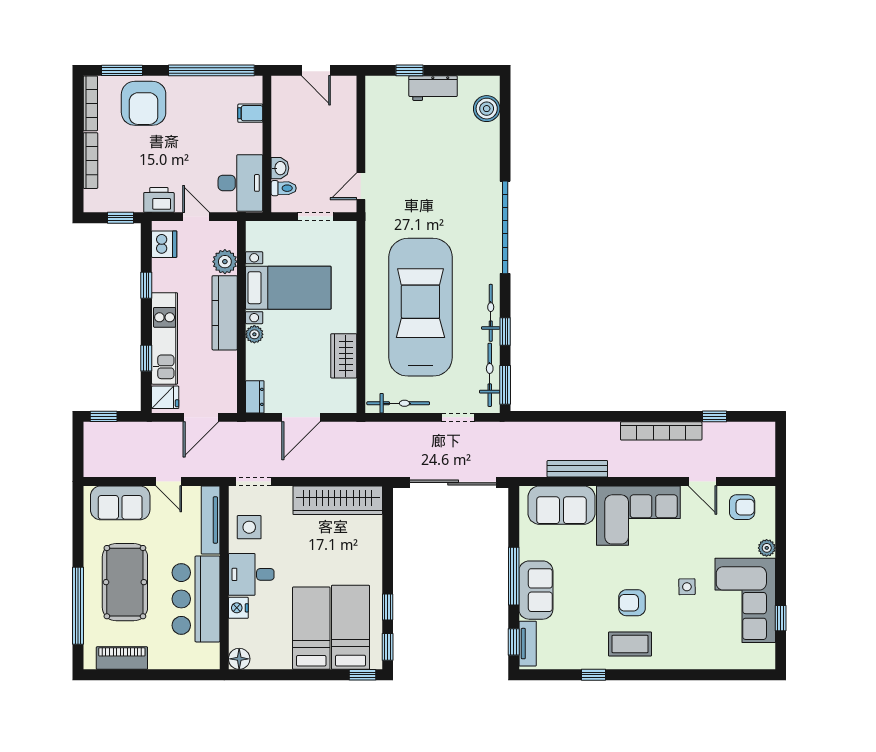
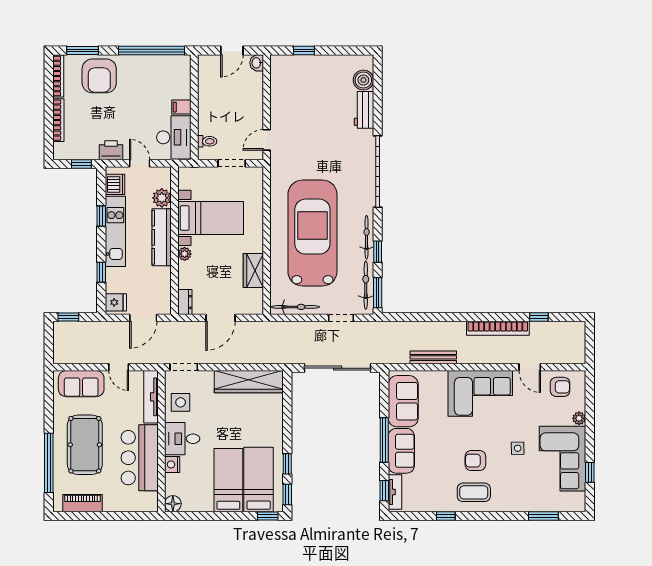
door: (316, 70) -> (232, 51), hinge flipped
workbench: (433, 88) -> (364, 110), moved, turned 90
filing cabinet: (250, 113) -> (181, 107), moved
washbasin: (280, 168) -> (257, 63), moved, turned 180
kitchen unit: (165, 338) -> (115, 231), moved
sofa: (561, 505) -> (403, 401), moved, turned -90
window: (720, 675) -> (543, 516), added

